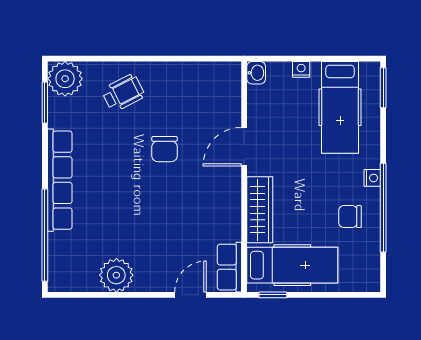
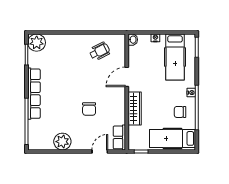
wheelchair: (123, 93) -> (100, 51), moved
chair: (165, 149) -> (89, 109), moved
hospital bed: (292, 265) -> (172, 138), moved, turned 180

